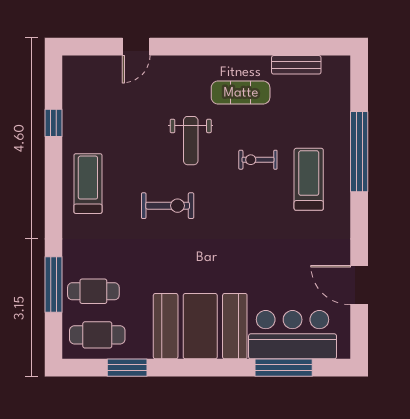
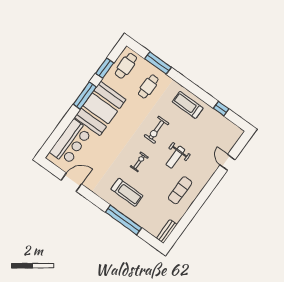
bench: (296, 65) -> (167, 231), moved
weight bench: (191, 141) -> (175, 157), turned -90
exercise bike: (258, 160) -> (139, 162), moved
treadmill: (88, 184) -> (188, 105), turned 180
cafe table: (93, 291) -> (148, 86), moved
window: (284, 368) -> (85, 96), moved

